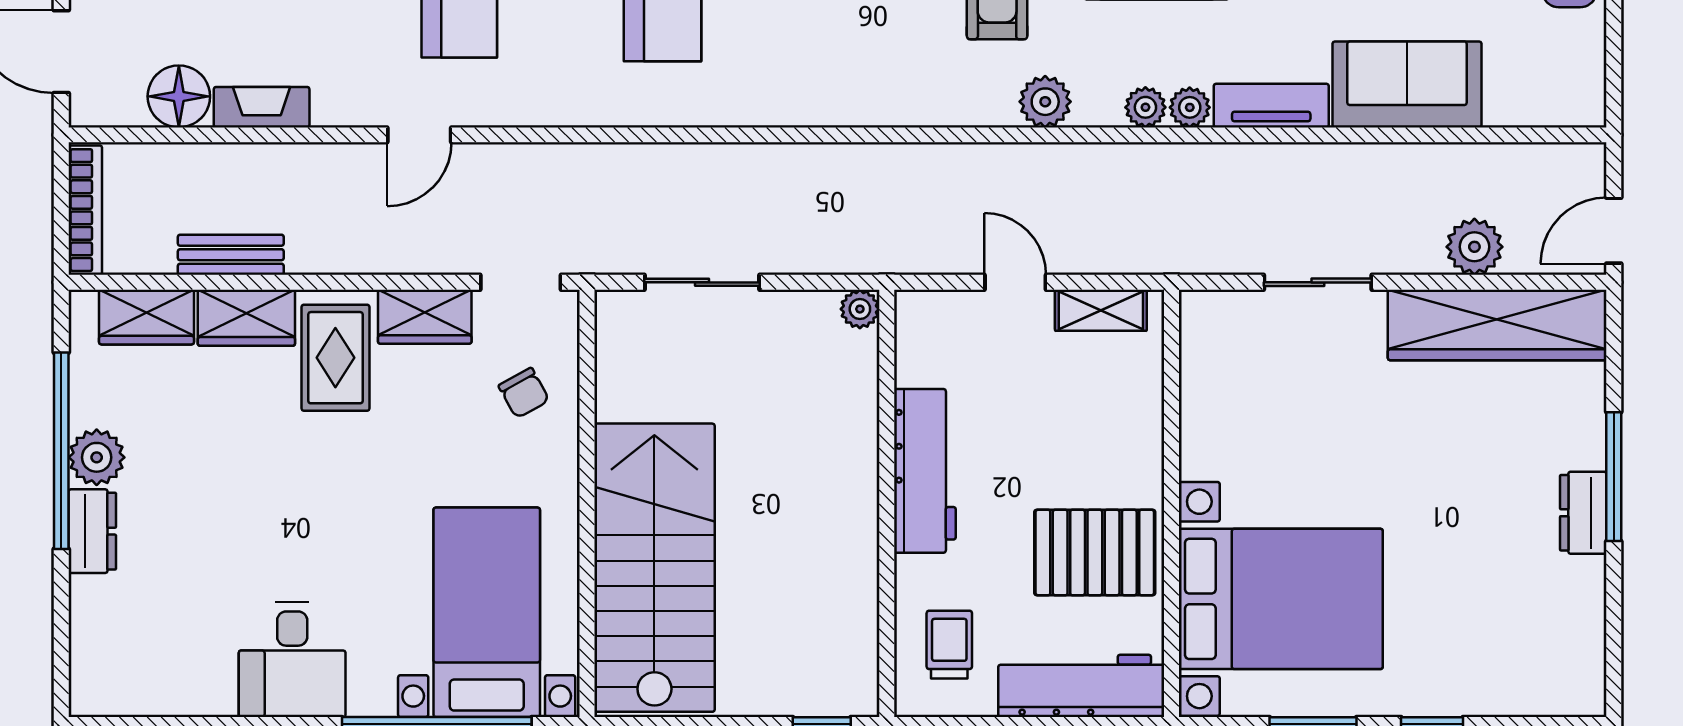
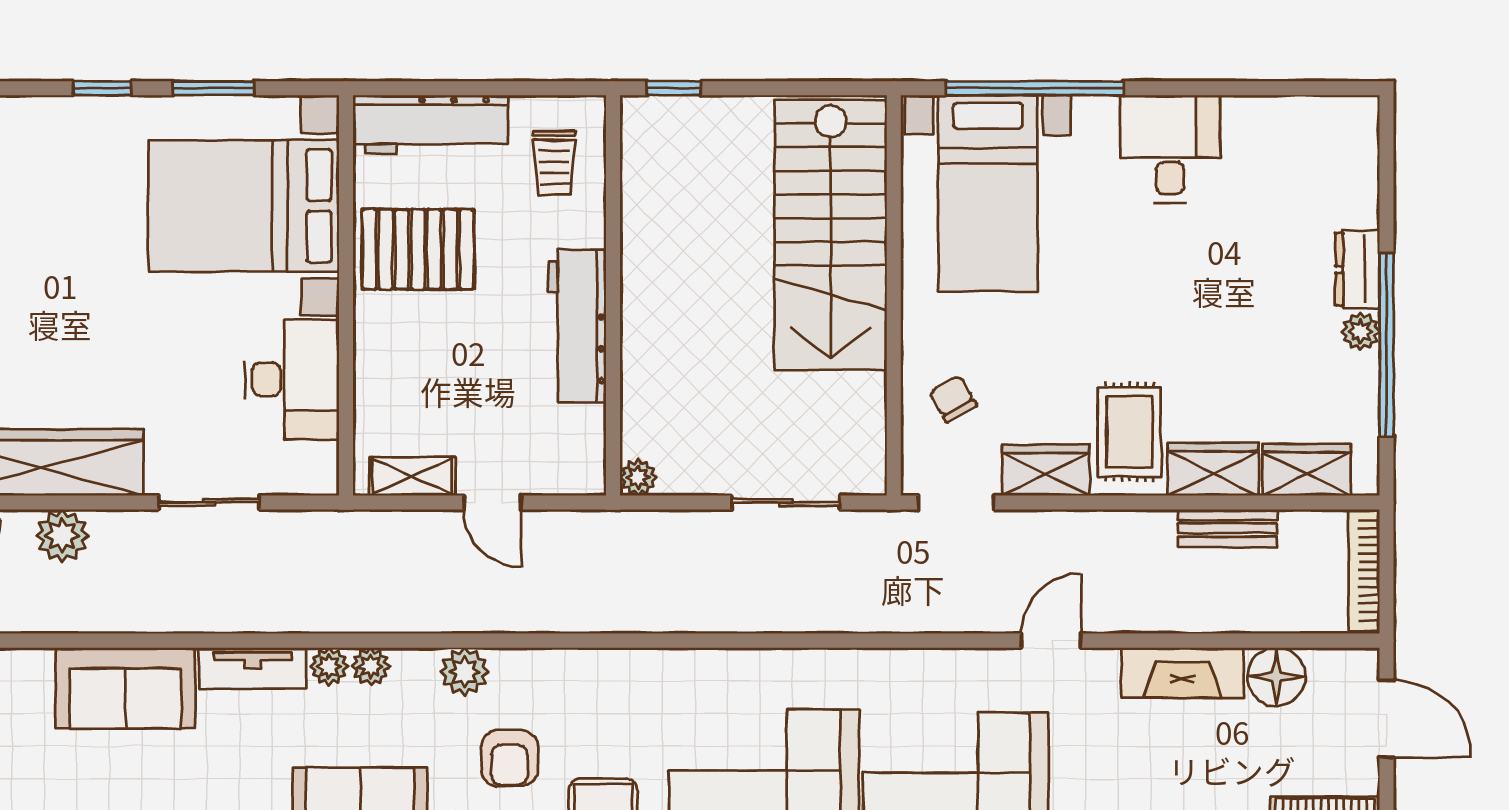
fireplace: (262, 107) -> (1182, 673), width x1.37, depth x1.32
desk: (1229, 414) -> (292, 379), added
plant: (97, 457) -> (1360, 331), width x0.73, depth x0.73

